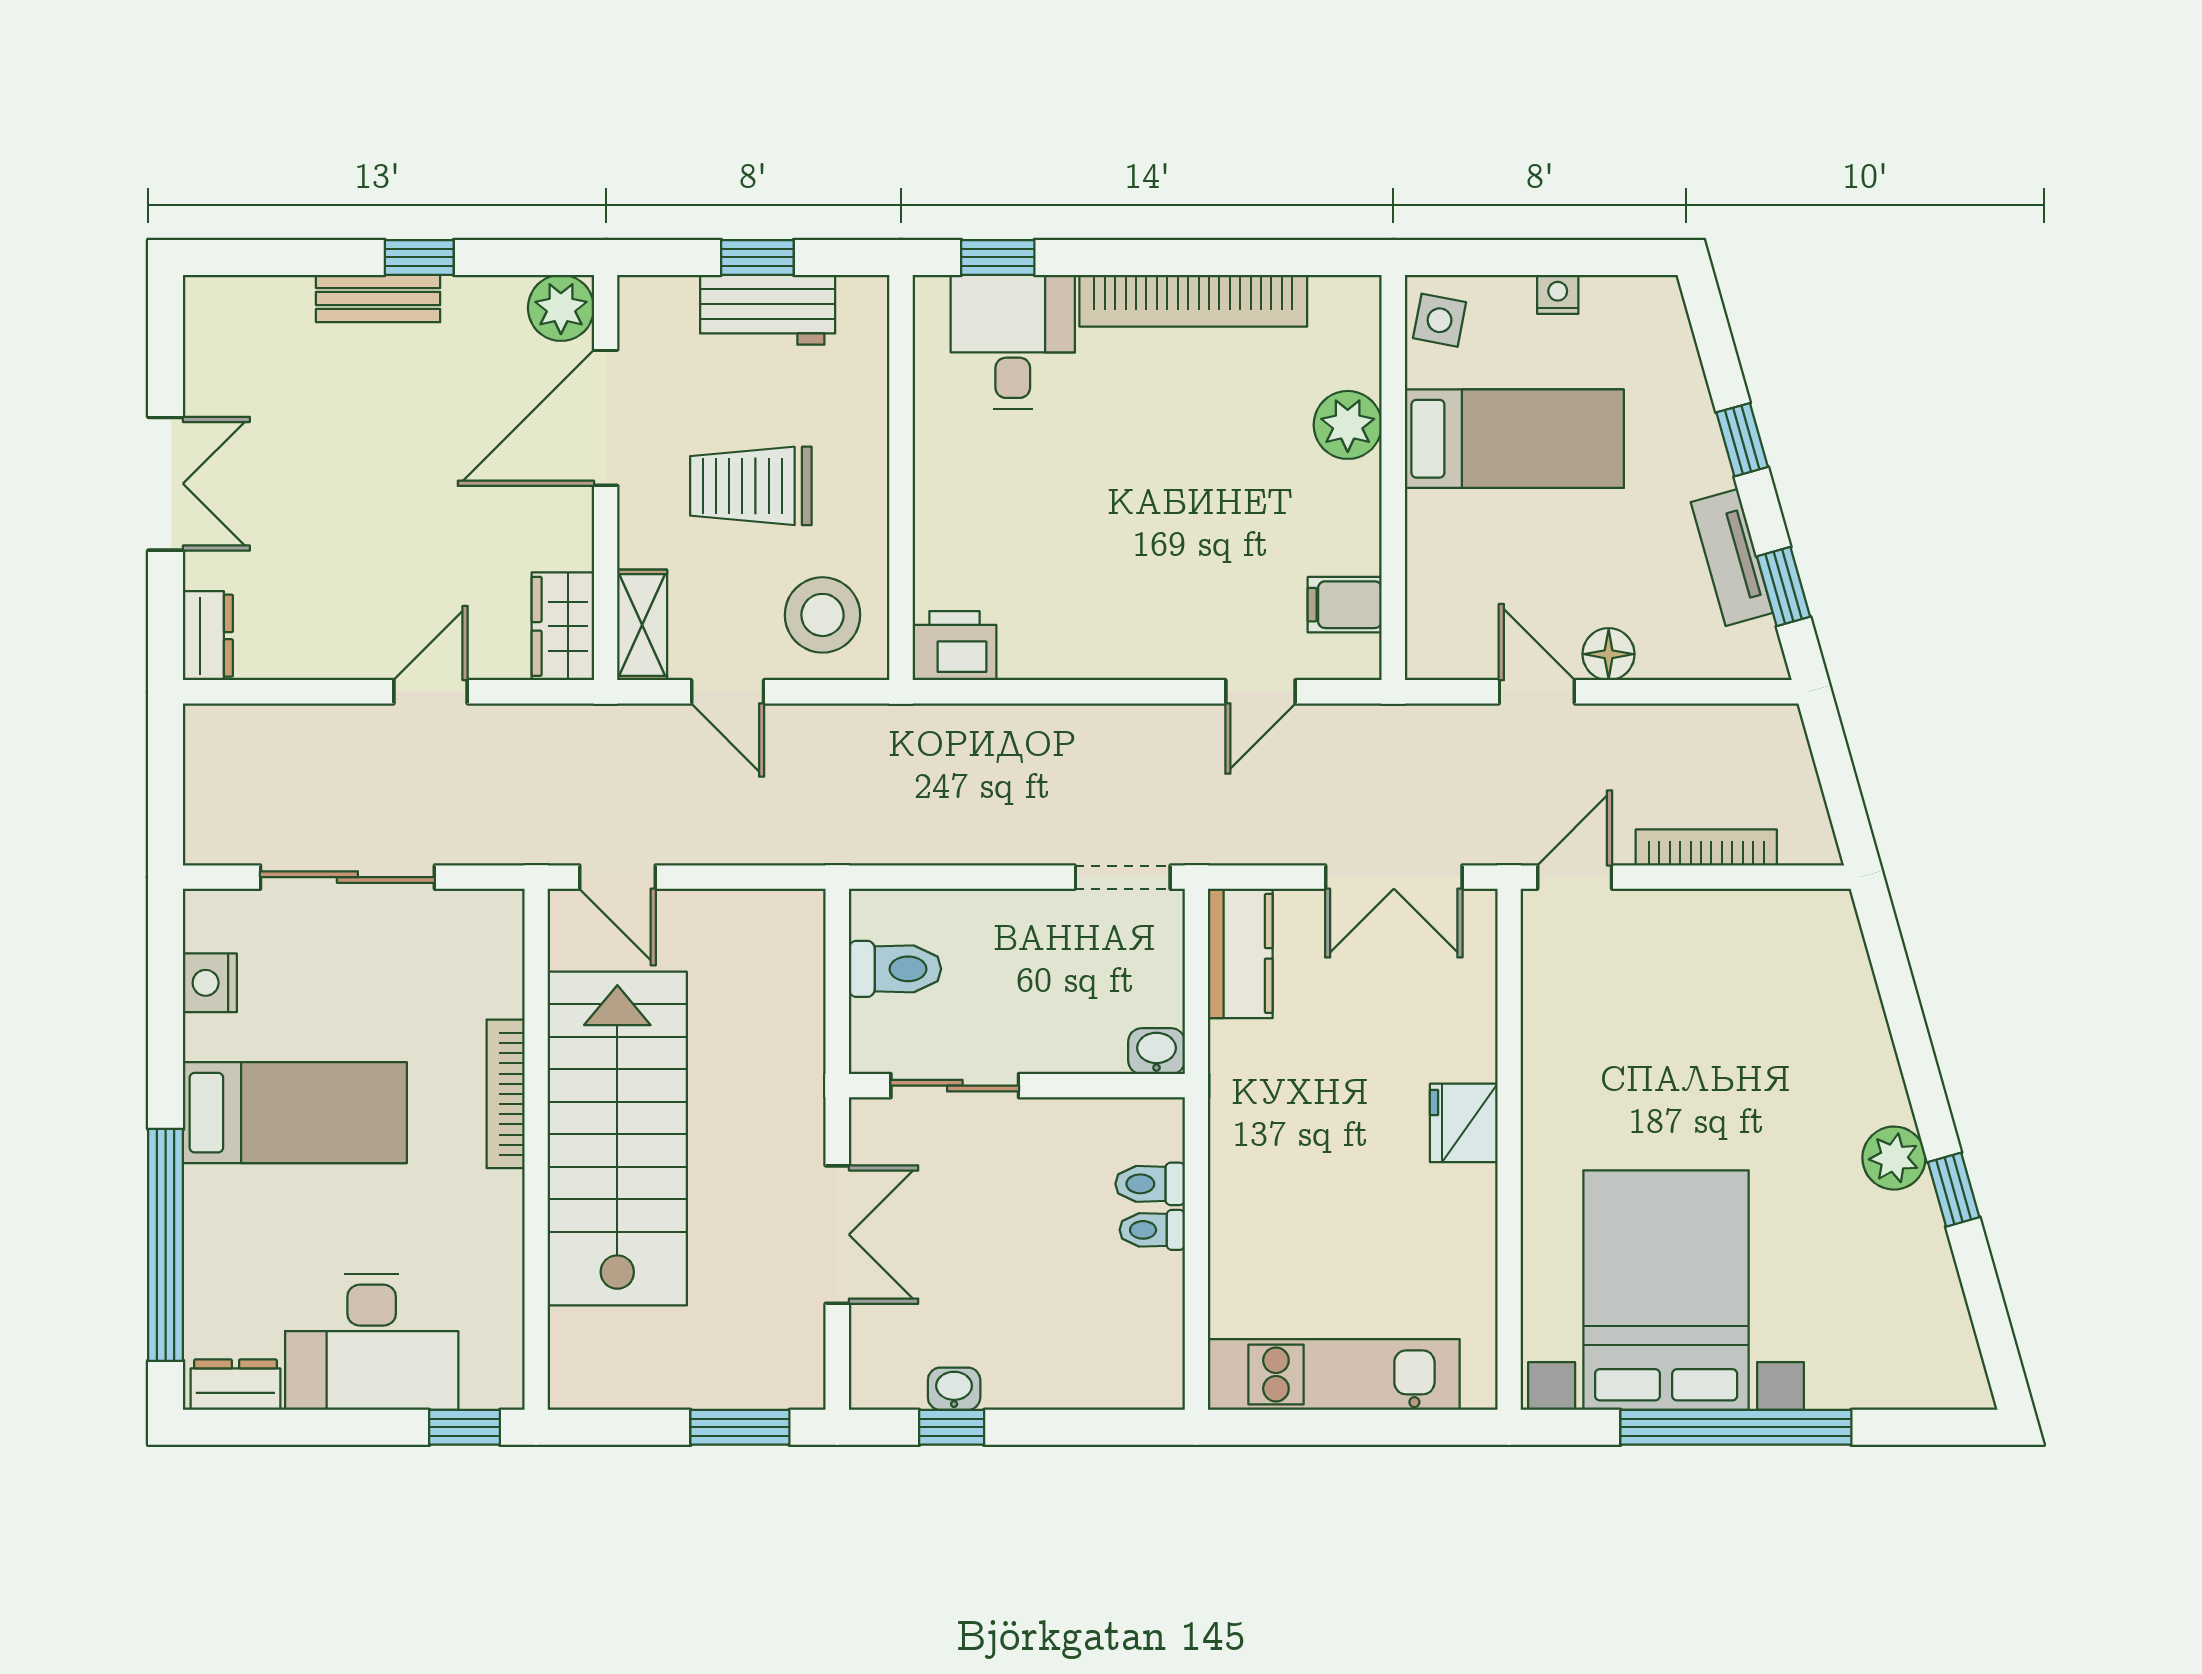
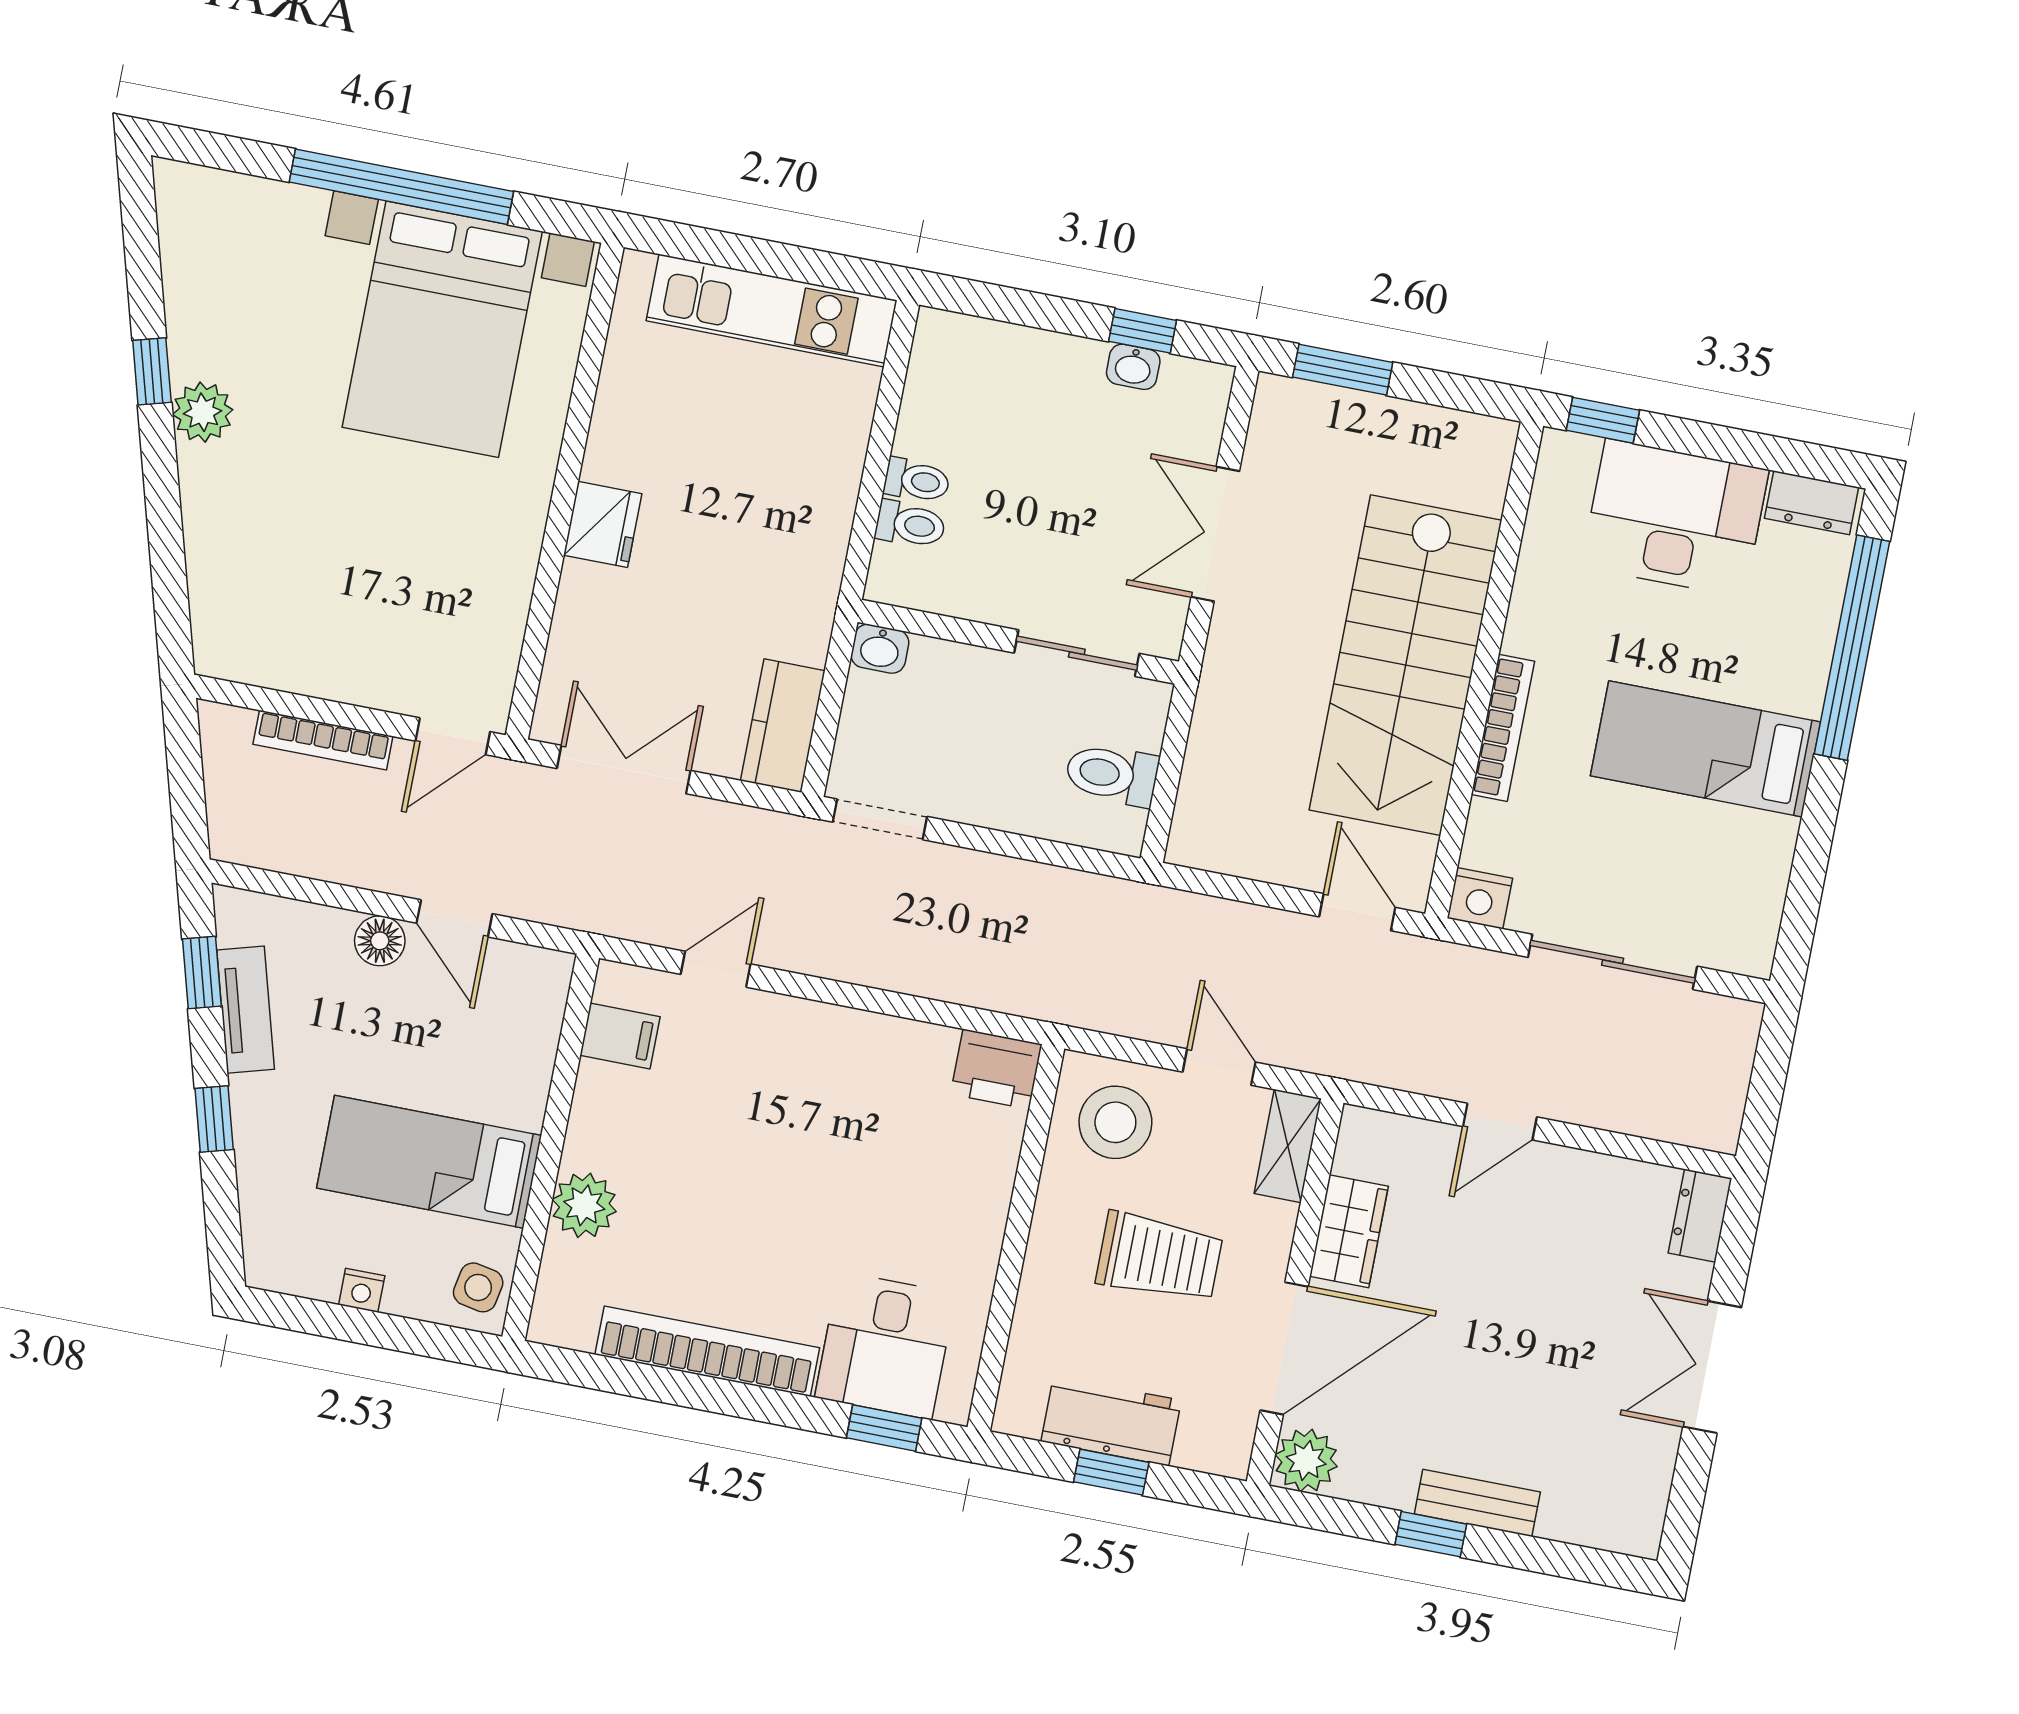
wardrobe: (563, 626) -> (1349, 1231), moved
nightstand: (210, 983) -> (1480, 898), moved, turned 90

